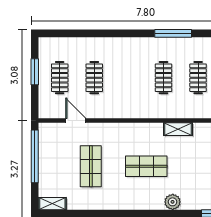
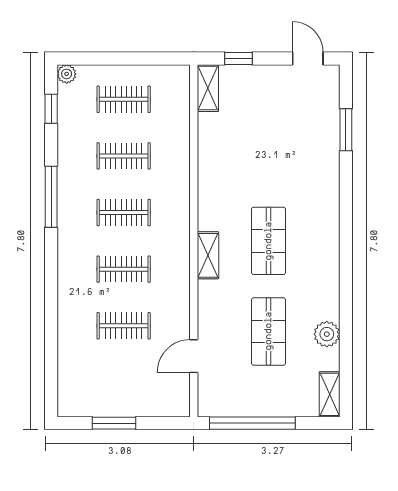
clothes rail: (60, 78) -> (124, 269), moved
shelving: (178, 129) -> (208, 255), moved
shop shelf: (91, 166) -> (269, 331), turned 90
plant: (173, 202) -> (327, 334), moved

